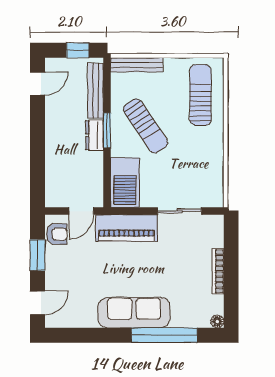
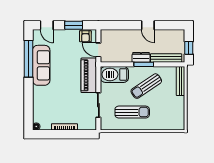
door: (37, 84) -> (148, 25), moved
sun lounger: (200, 95) -> (132, 112), moved
sofa: (134, 313) -> (41, 65), moved
window: (164, 335) -> (29, 59), moved

